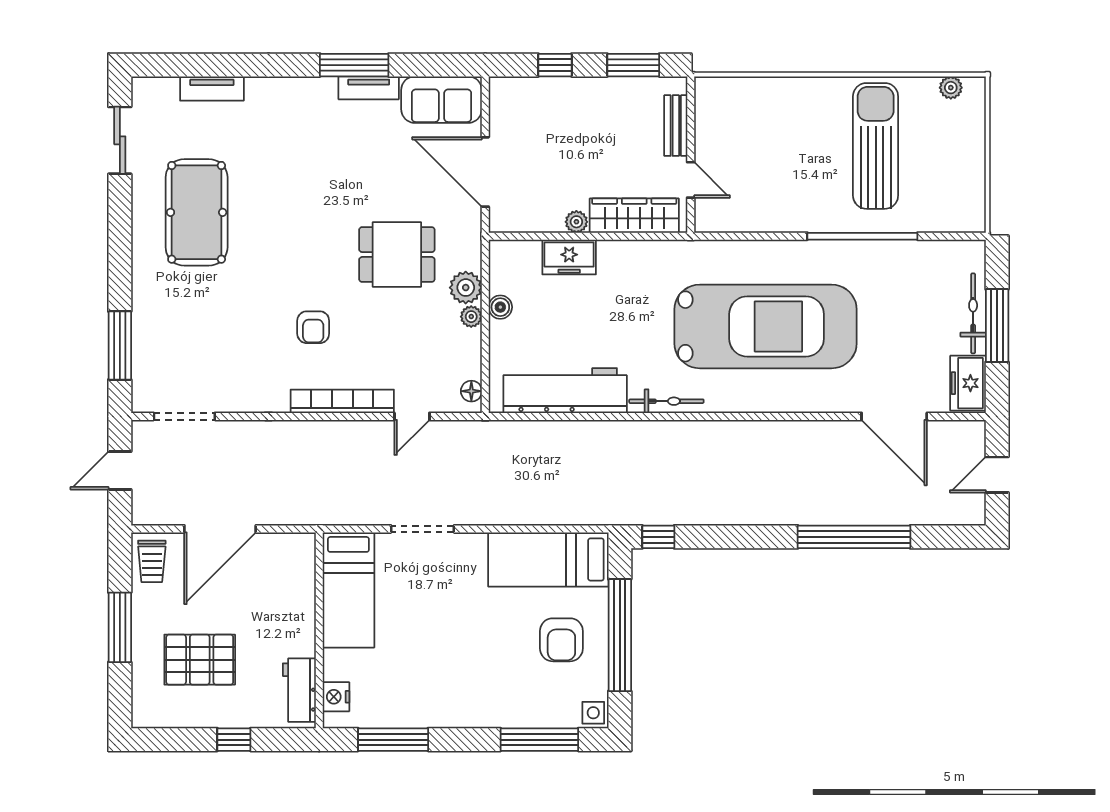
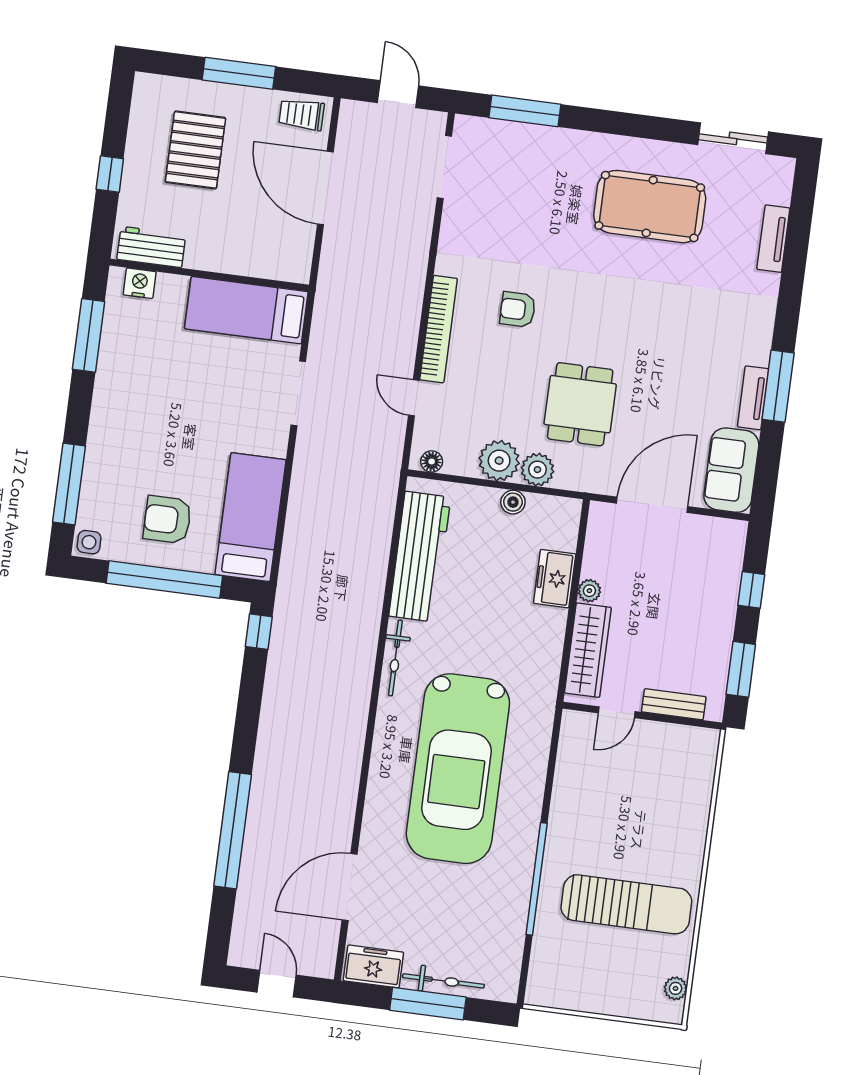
plant: (471, 317) -> (499, 461), width x1.88, depth x1.88

